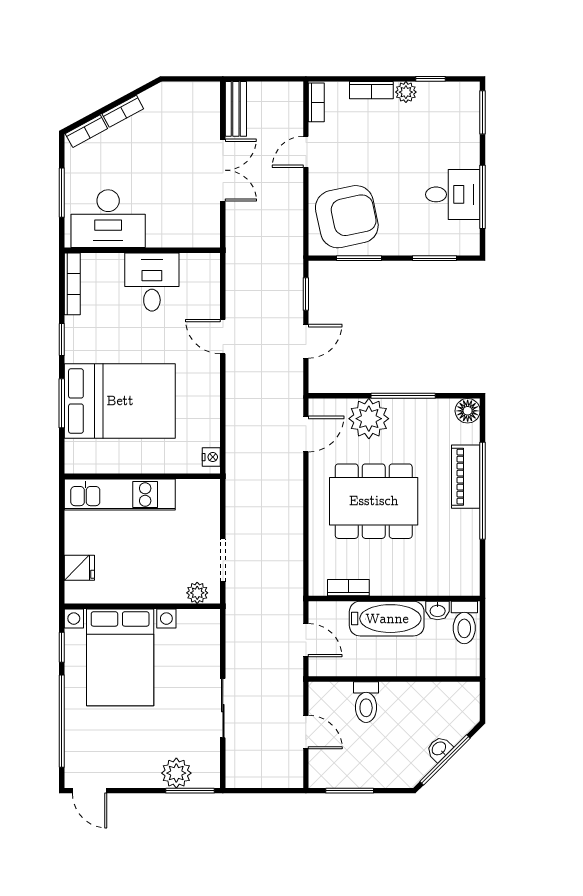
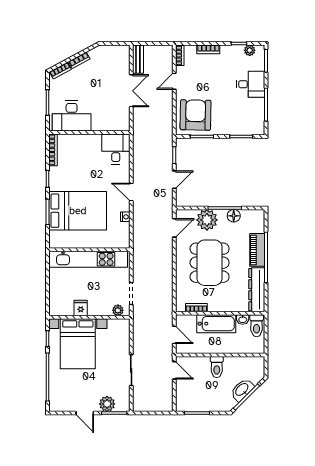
plant: (406, 92) -> (250, 50), moved
desk: (453, 194) -> (251, 84), moved
armchair: (347, 217) -> (196, 115), turned -77
desk: (152, 282) -> (116, 149), moved
door: (223, 337) -> (131, 192), moved
floor lamp: (468, 411) -> (234, 216), moved
nightstand: (211, 457) -> (125, 217), moved
kitchen unit: (120, 495) -> (88, 259), width x1.36
dining table: (374, 501) -> (210, 263), turned 90
dresser: (465, 553) -> (257, 290), added
fridge: (79, 568) -> (81, 308), moved, turned -90
toilet: (366, 702) -> (217, 367), moved
door: (306, 732) -> (174, 370), moved
washbasin: (439, 749) -> (242, 390), width x1.91, depth x1.45
door: (90, 791) -> (85, 413), moved

